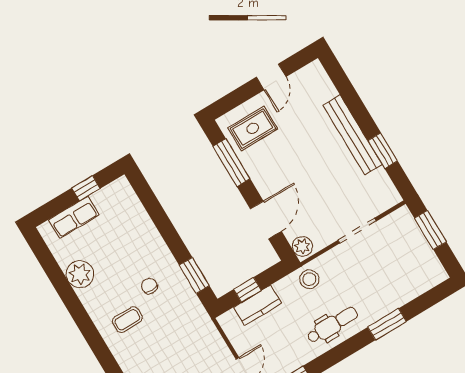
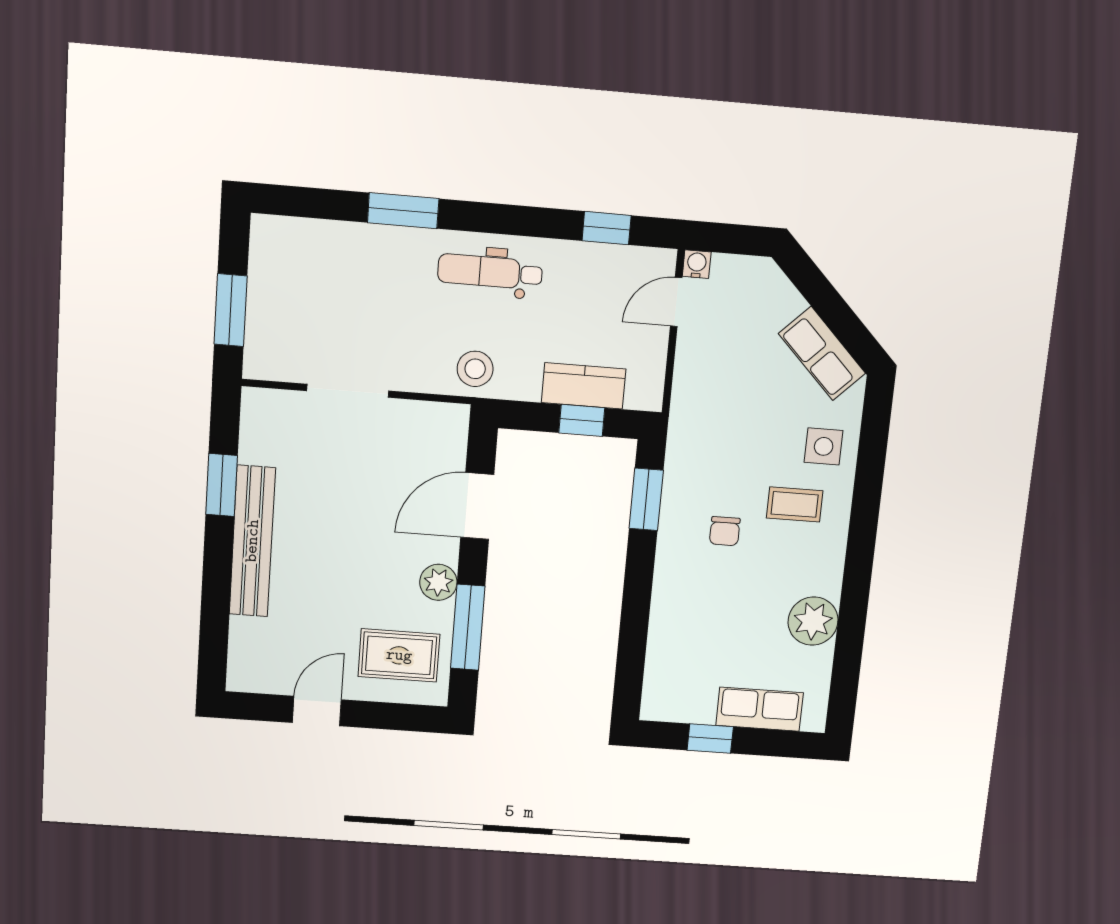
plant: (302, 246) -> (438, 582), moved
side table: (134, 354) -> (824, 446), added

